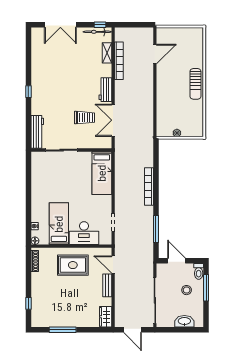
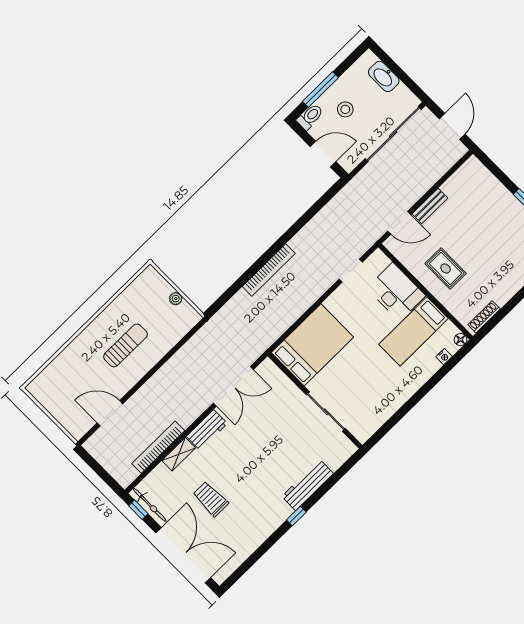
double door: (60, 25) -> (183, 555), width x1.36
shelving: (107, 53) -> (179, 454), moved
sun lounger: (195, 84) -> (125, 345), moved
trolley: (85, 118) -> (211, 499), moved
workbench: (37, 132) -> (308, 485), moved
bed: (102, 173) -> (312, 345), width x1.50
window: (156, 229) -> (310, 214), removed
door: (176, 261) -> (323, 154), swing flipped
rug: (73, 265) -> (446, 268), width x0.73, depth x0.70
door: (113, 265) -> (399, 223), hinge flipped
wardrobe: (106, 317) -> (468, 172), removed

